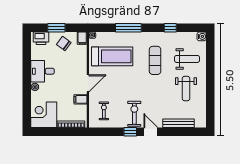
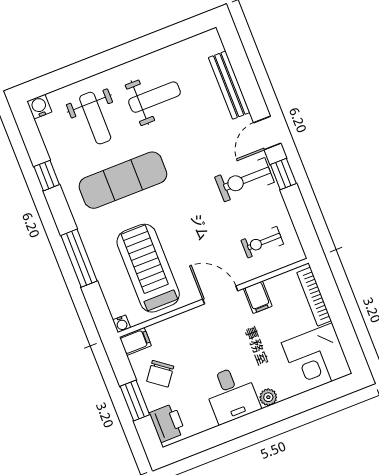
weight bench: (187, 59) -> (95, 118), turned 180
exercise mat: (155, 60) -> (123, 180), width x1.36, depth x1.45

